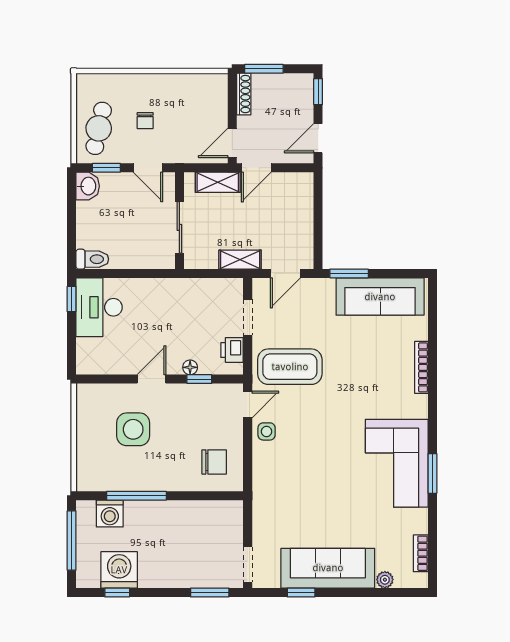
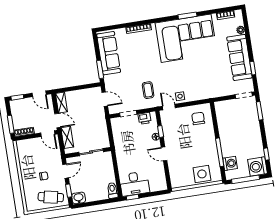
shelving: (240, 260) -> (61, 103), moved
coffee table: (290, 367) -> (148, 90), width x0.54, depth x0.58
side table: (133, 429) -> (202, 174), moved
corner sofa: (397, 463) -> (186, 38), width x1.36, depth x1.36
washing machine: (119, 570) -> (258, 167), moved

